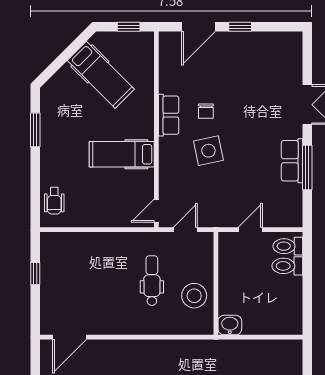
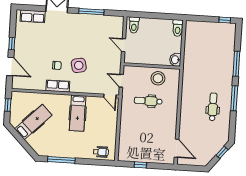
window: (35, 130) -> (61, 160), width x1.44
row of seats: (292, 161) -> (33, 16), moved
toilet: (287, 266) -> (178, 28), moved

